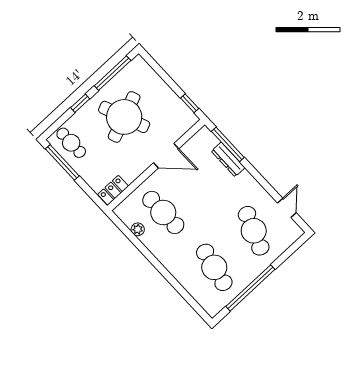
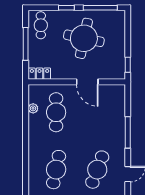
round table: (124, 117) -> (84, 38), turned 34
window: (228, 144) -> (128, 132), moved
dresser: (228, 159) -> (120, 116), removed
window: (62, 162) -> (26, 44), moved

